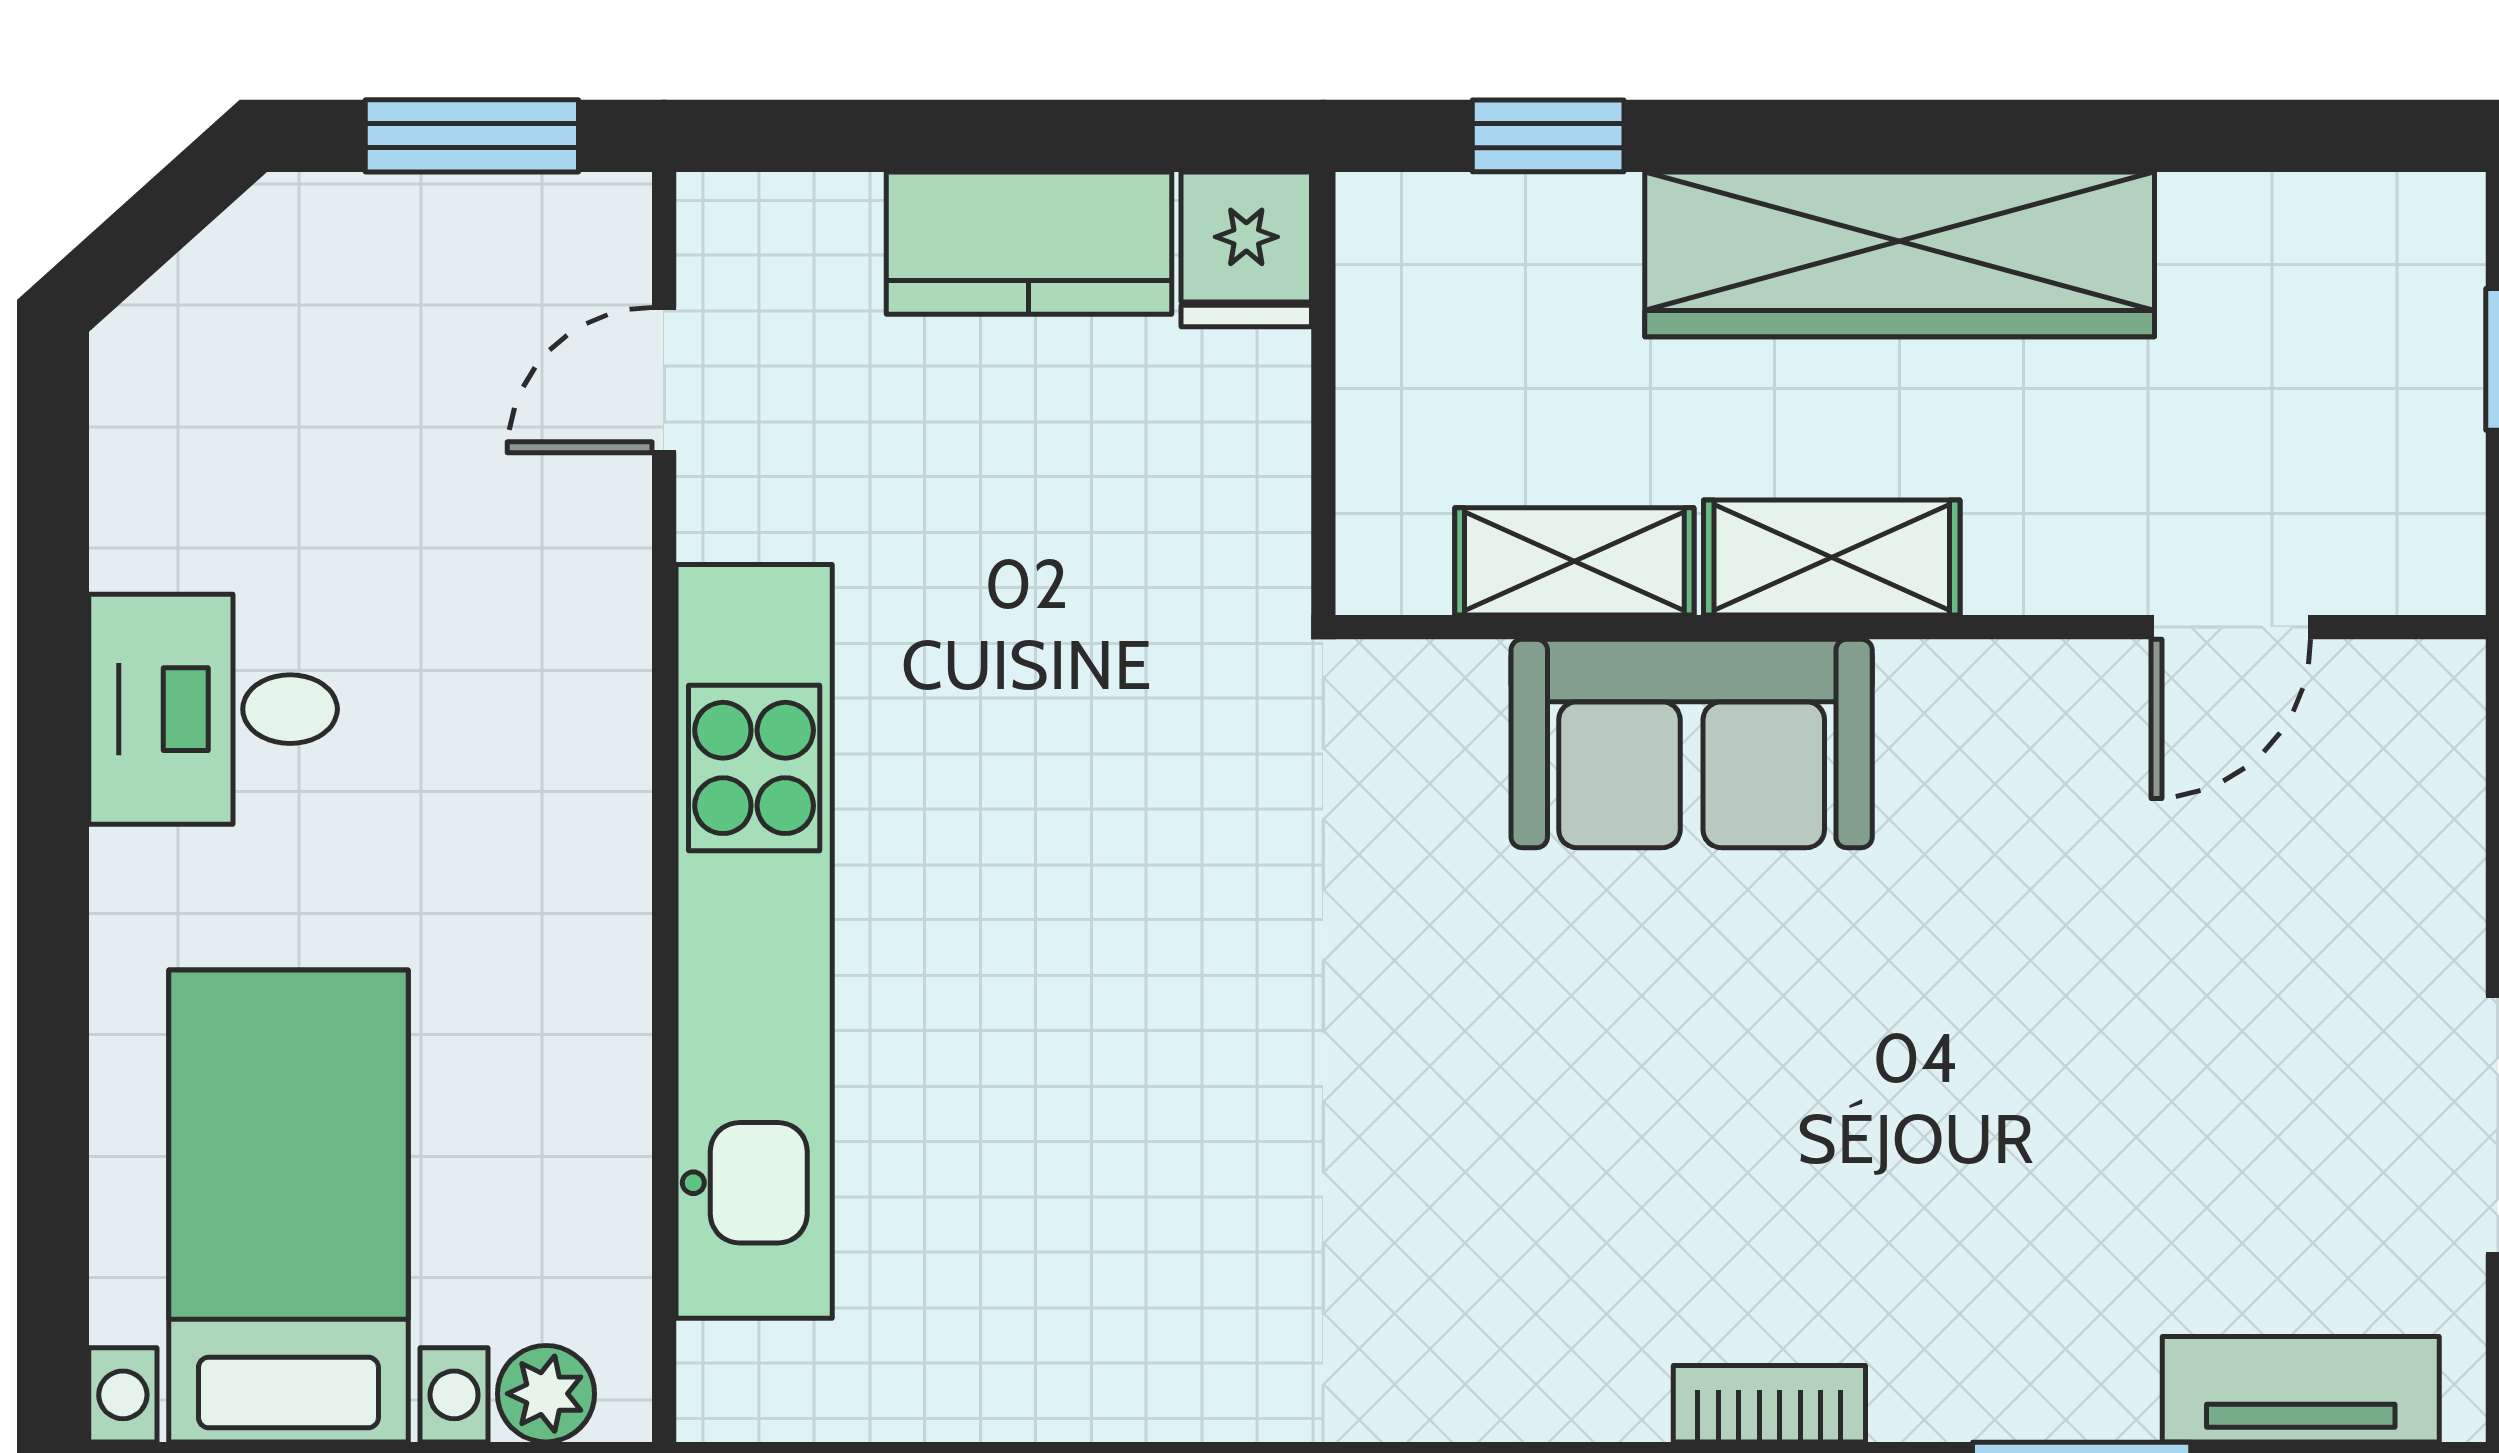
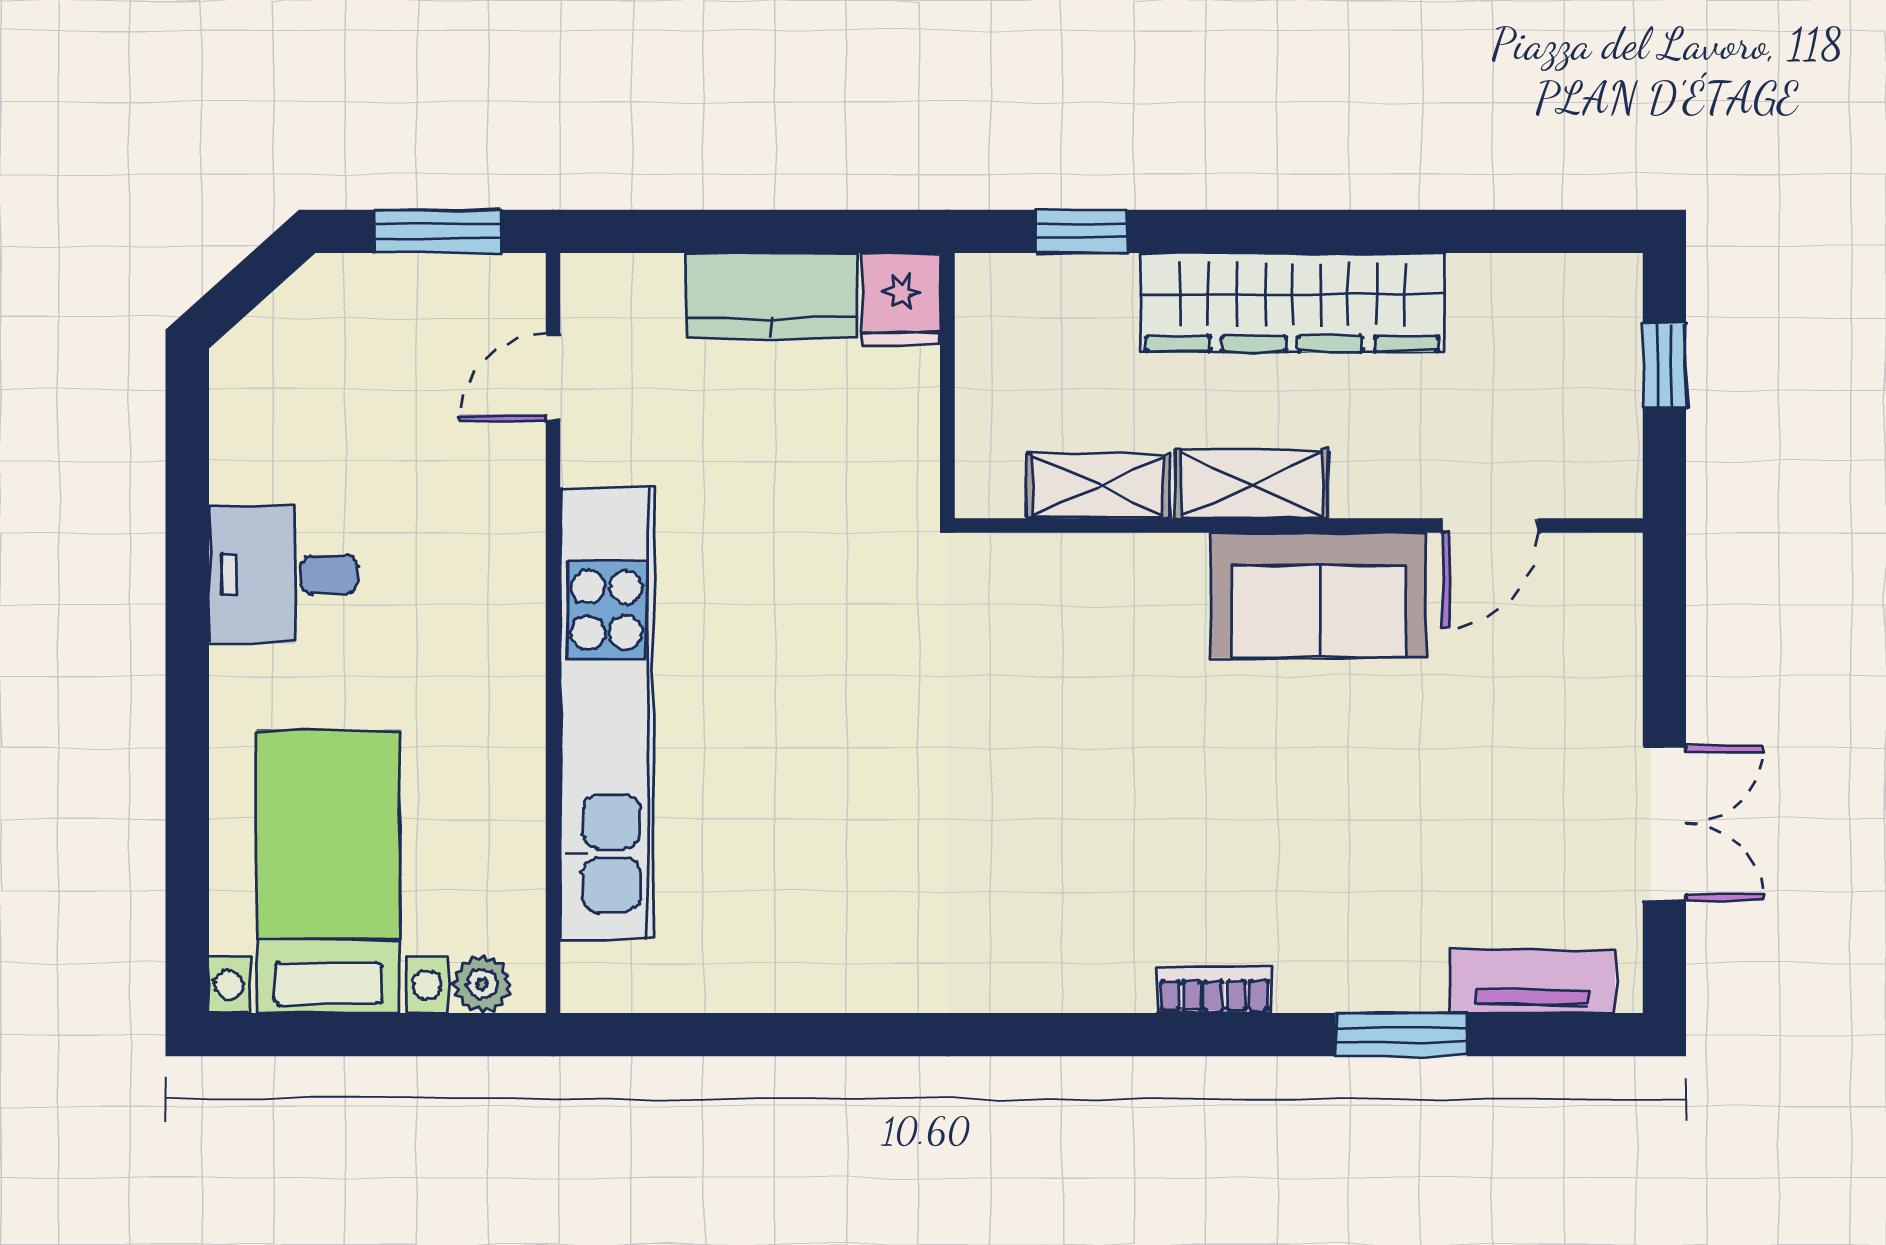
sofa: (1692, 743) -> (1319, 595), moved

